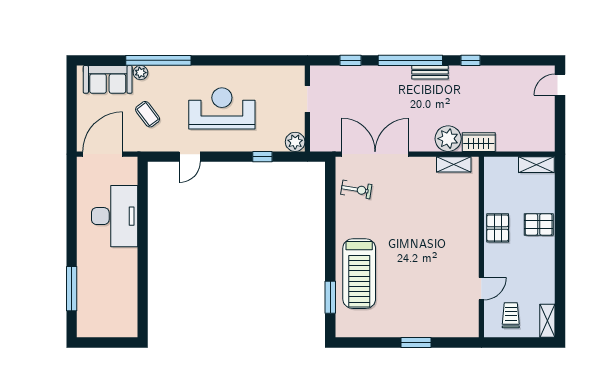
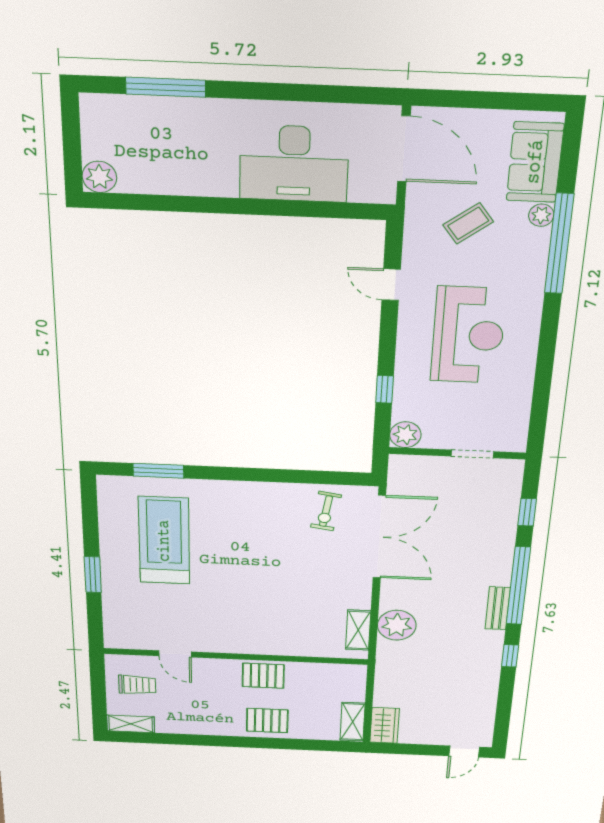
door: (560, 85) -> (464, 751), swing flipped
wardrobe: (479, 142) -> (385, 725), moved
pallet: (539, 224) -> (267, 720), turned 90
treadmill: (359, 274) -> (164, 541), moved, turned 90
plant: (128, 328) -> (99, 177), added

